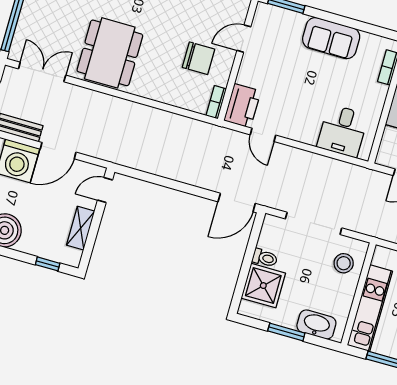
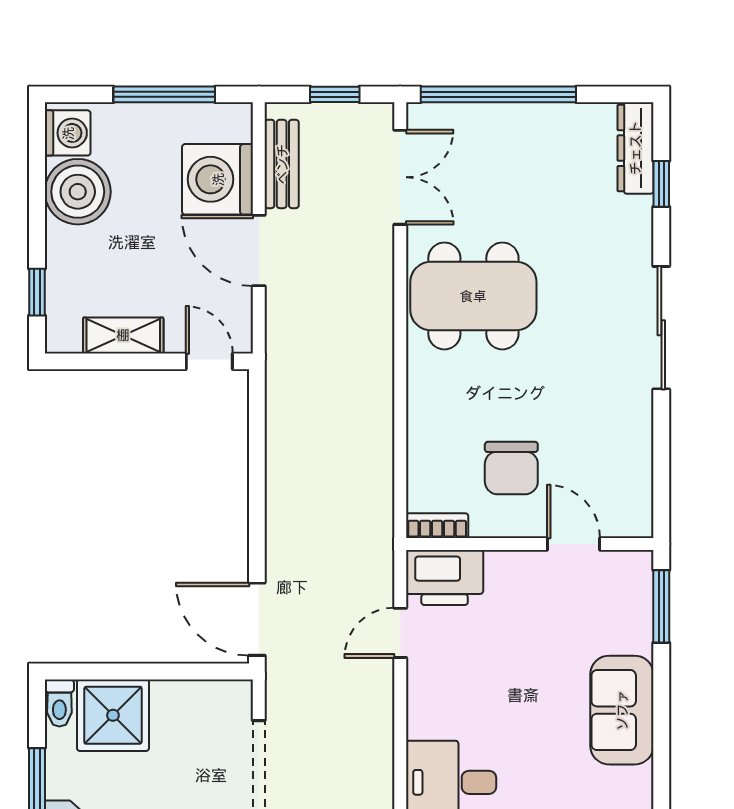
toilet: (265, 258) -> (59, 703), moved

